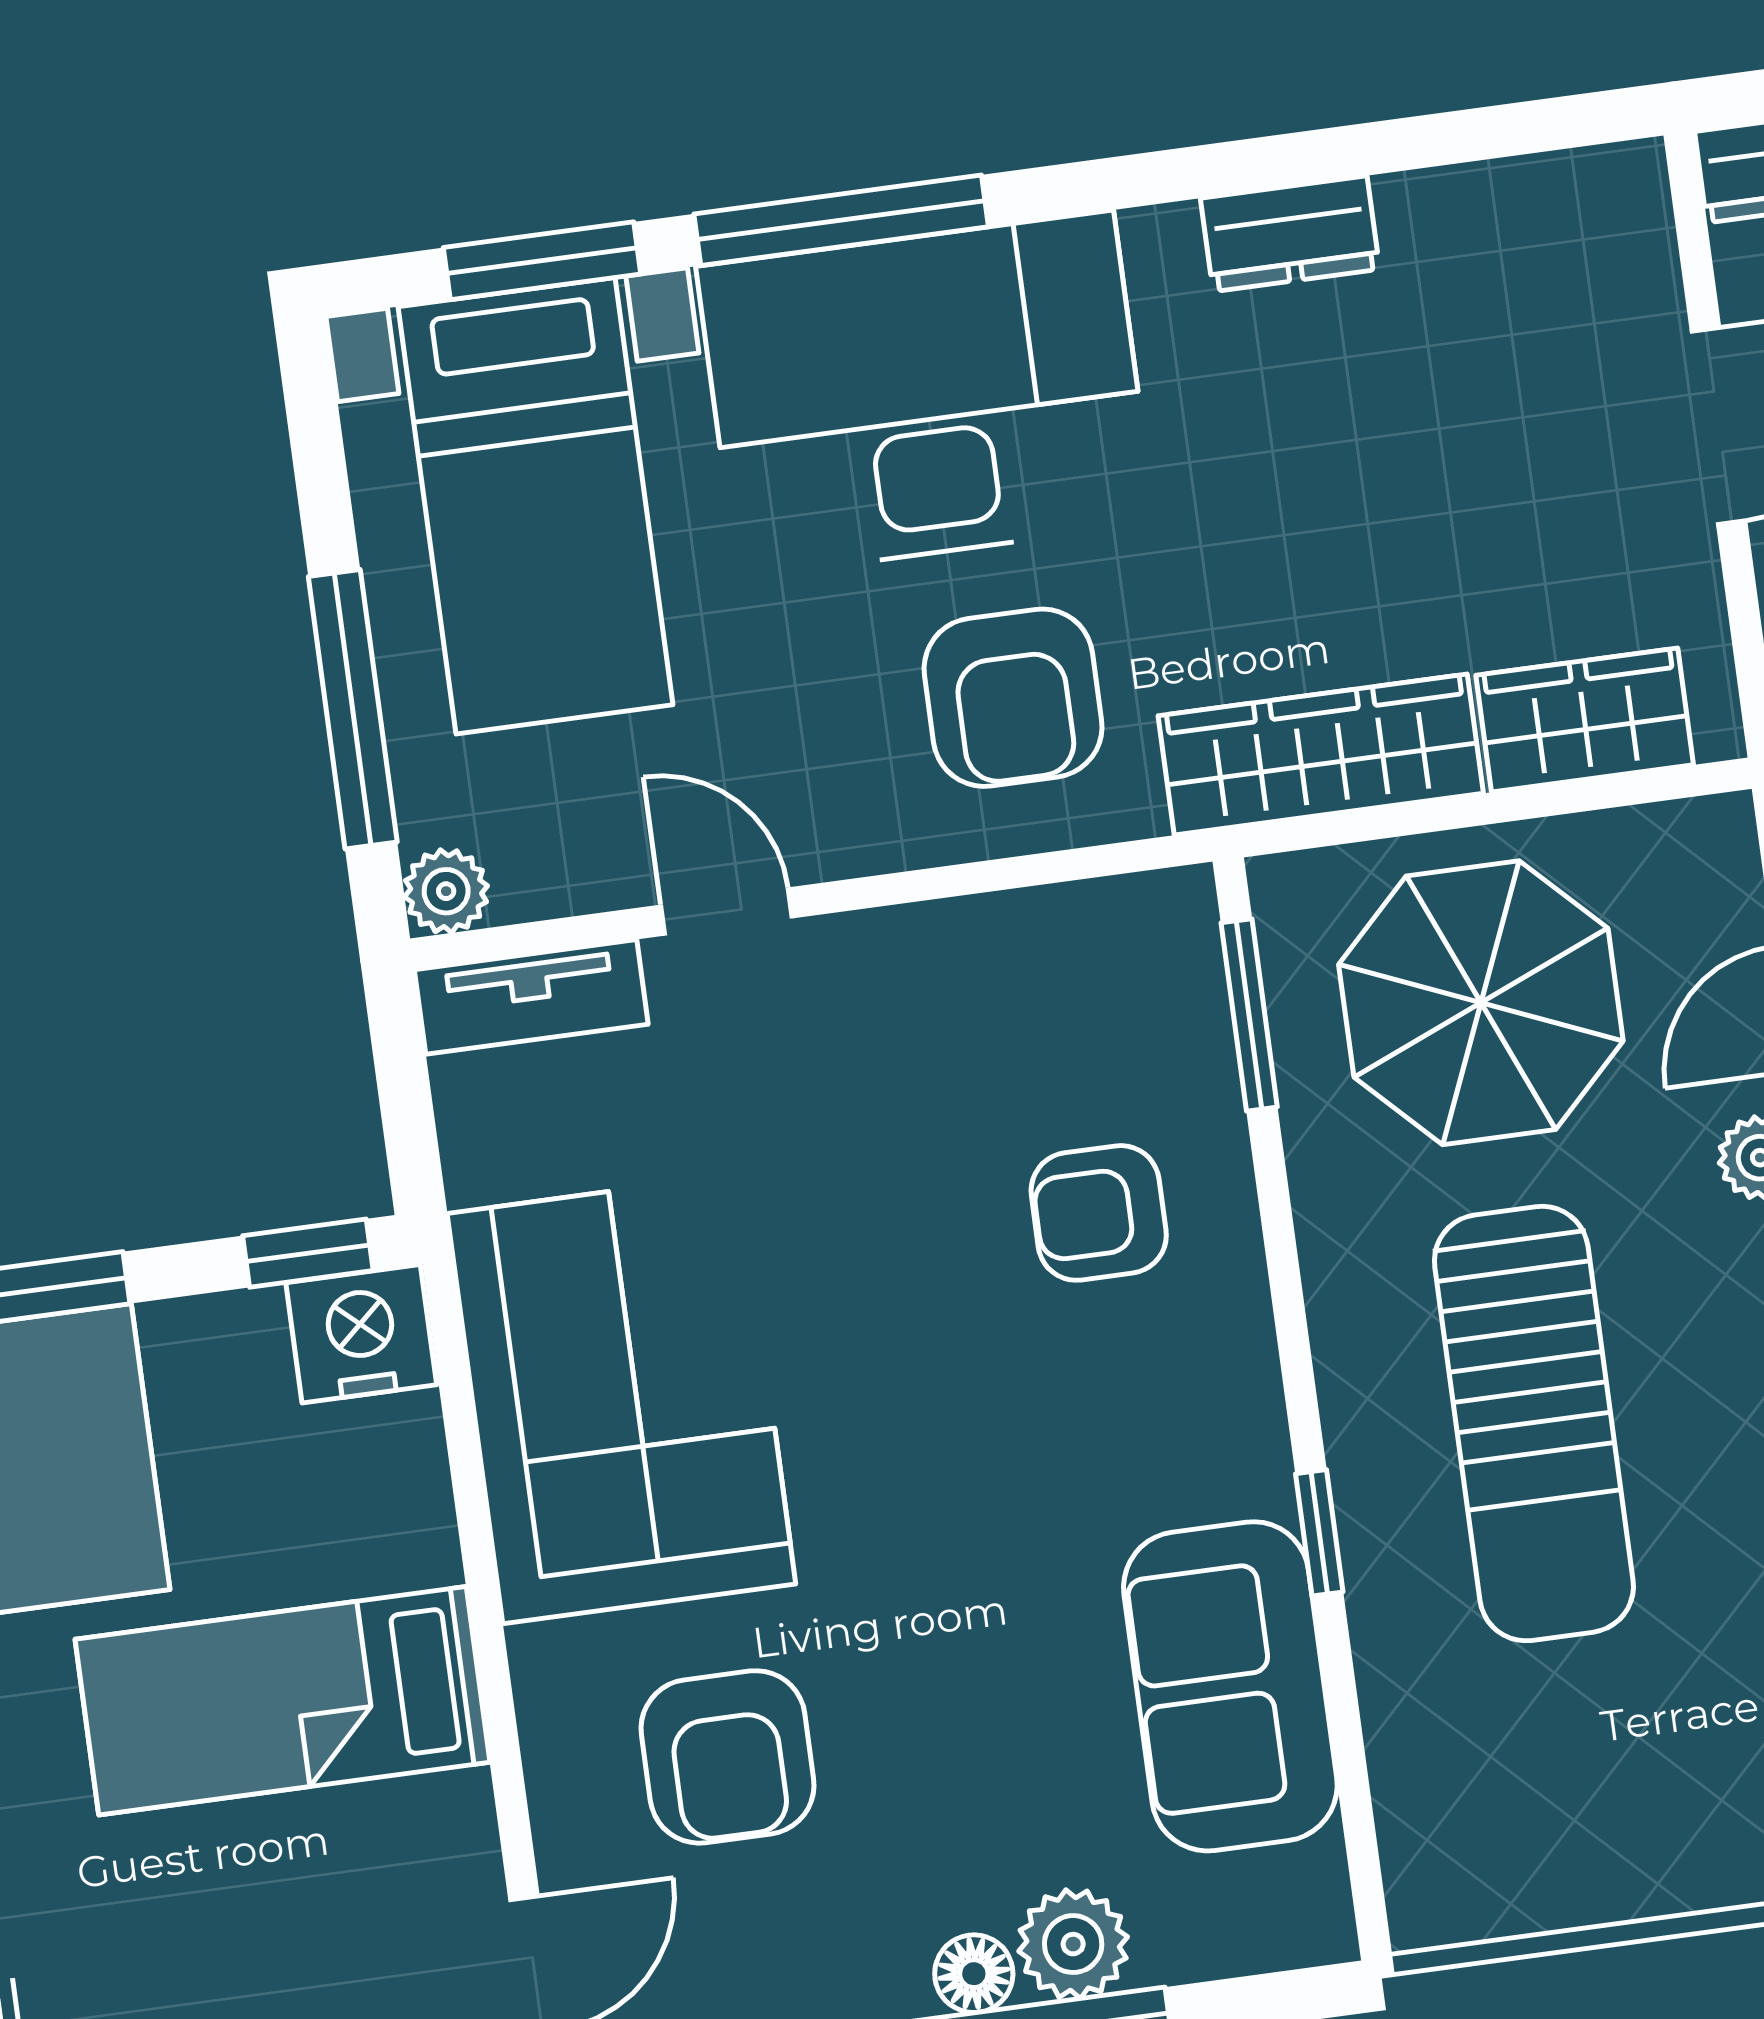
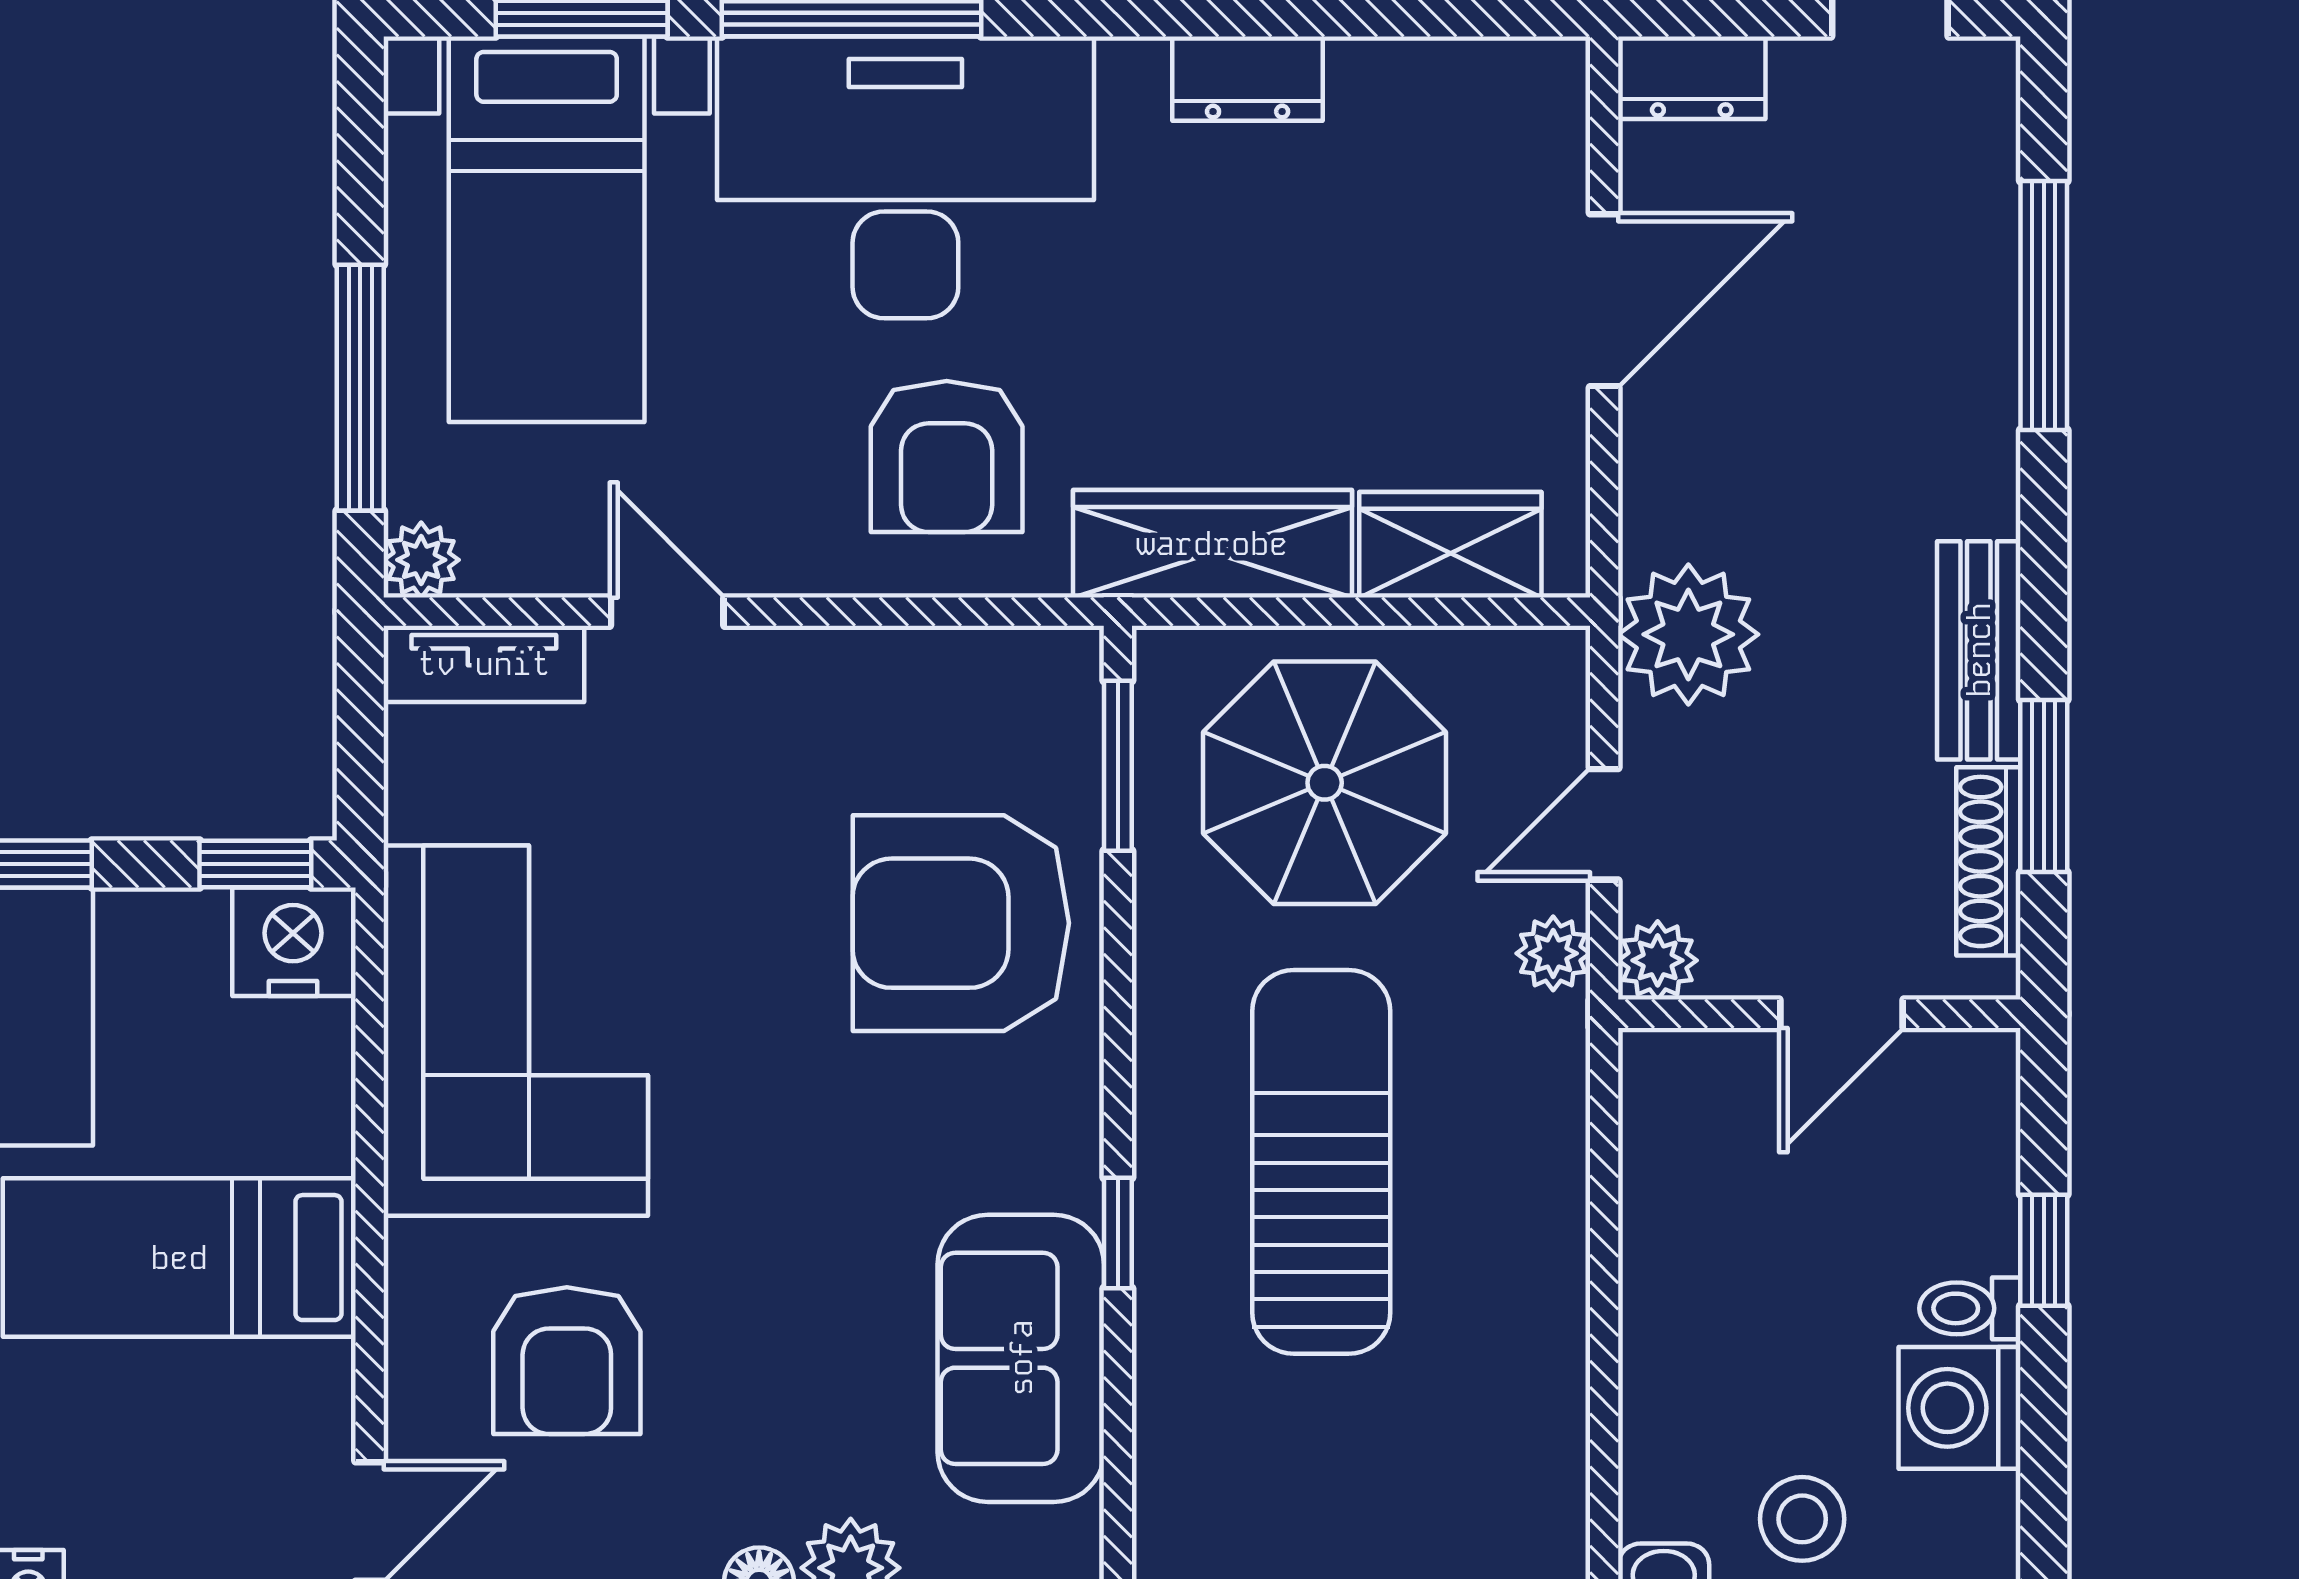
armchair: (1099, 1213) -> (961, 923), width x1.88, depth x1.88
sun lounger: (1534, 1424) -> (1321, 1162), turned 180

